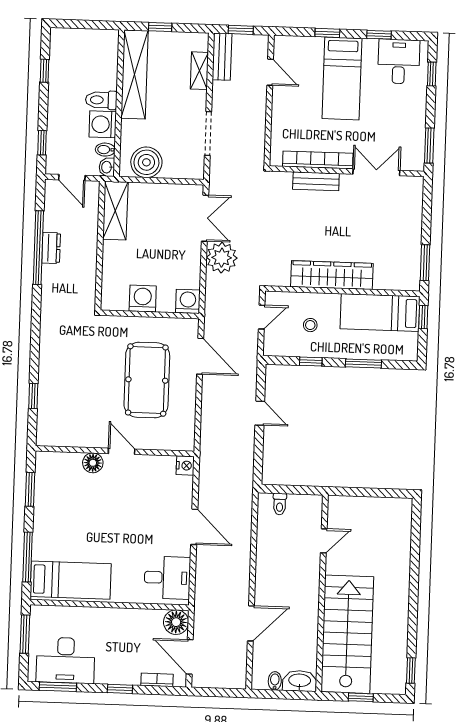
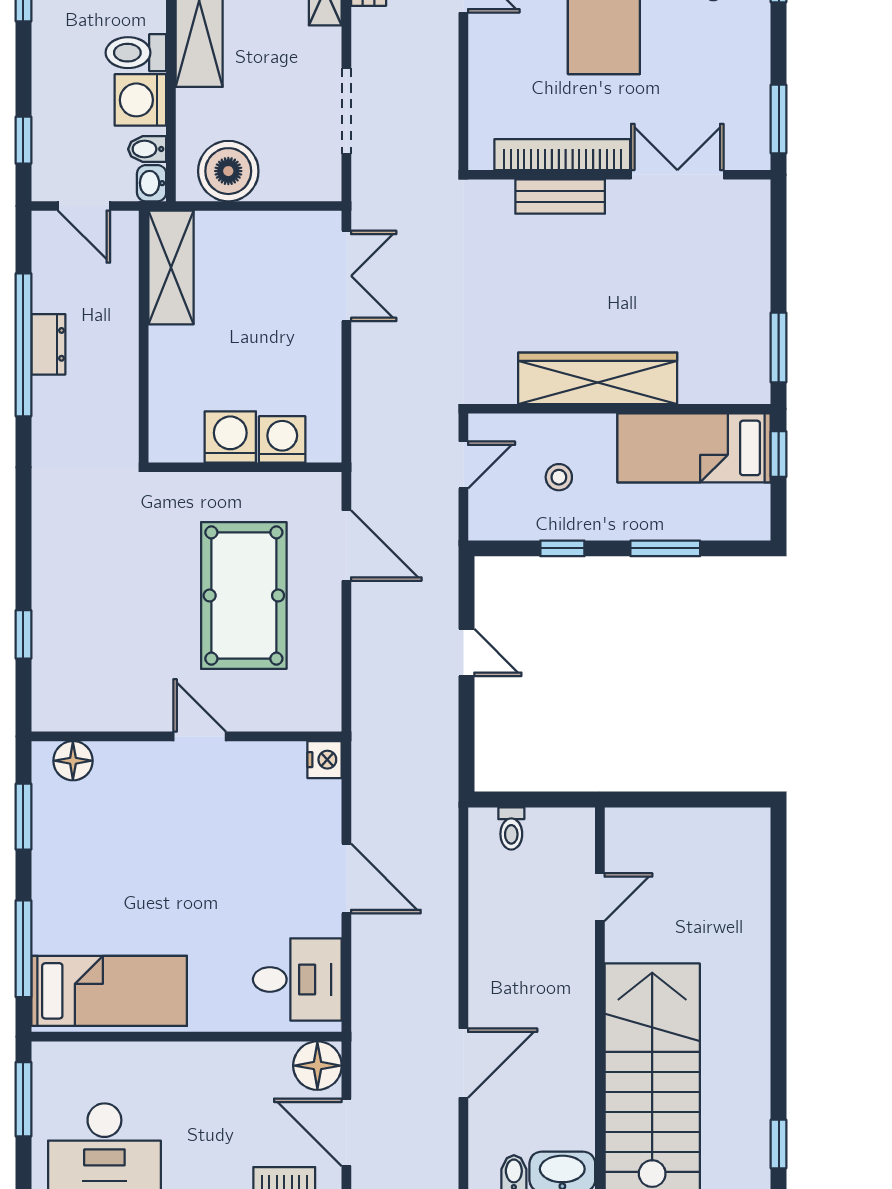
plant: (222, 258) -> (382, 352), removed
washing machine: (188, 301) -> (282, 439), moved
floor lamp: (93, 463) -> (73, 761), moved

